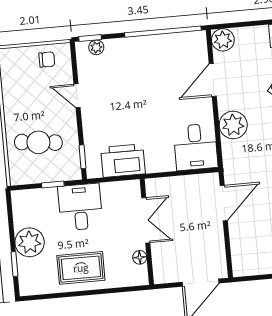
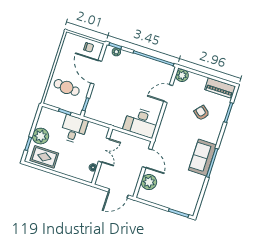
door: (77, 96) -> (96, 72), width x1.87
plant: (233, 125) -> (149, 182), moved
desk: (196, 147) -> (141, 122), width x1.37
printer: (123, 161) -> (105, 115), removed
door: (224, 203) -> (147, 158), hinge flipped
rug: (81, 268) -> (44, 157), moved

